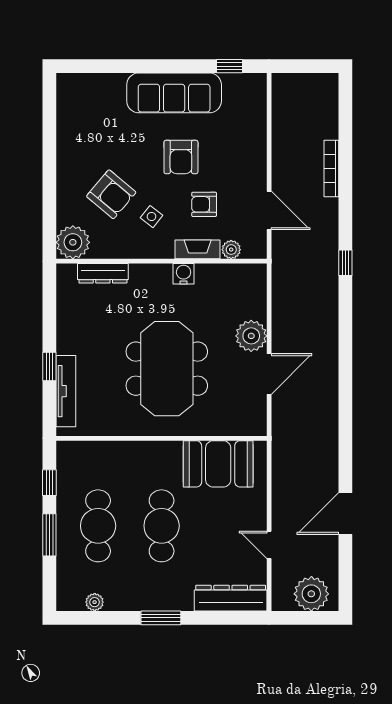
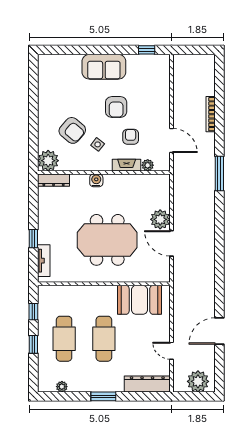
sofa: (174, 93) -> (104, 67), width x0.73
armchair: (204, 204) -> (131, 137), turned 90
window: (345, 263) -> (219, 173), width x2.17
dresser: (103, 273) -> (54, 180), moved
water cooler: (184, 274) -> (96, 180), moved
meeting table: (167, 369) -> (107, 240), turned 90
door: (269, 374) -> (172, 243), swing flipped
tv unit: (66, 391) -> (44, 261), width x0.71
window: (49, 535) -> (33, 344), width x0.67

